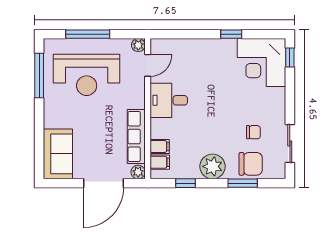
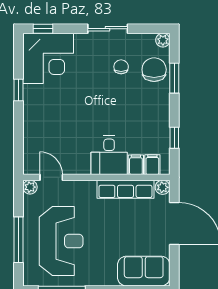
desk: (169, 100) -> (109, 155), moved
sliding door: (290, 144) -> (108, 29), moved
plant: (212, 166) -> (163, 40), moved, width x0.53, depth x0.53

